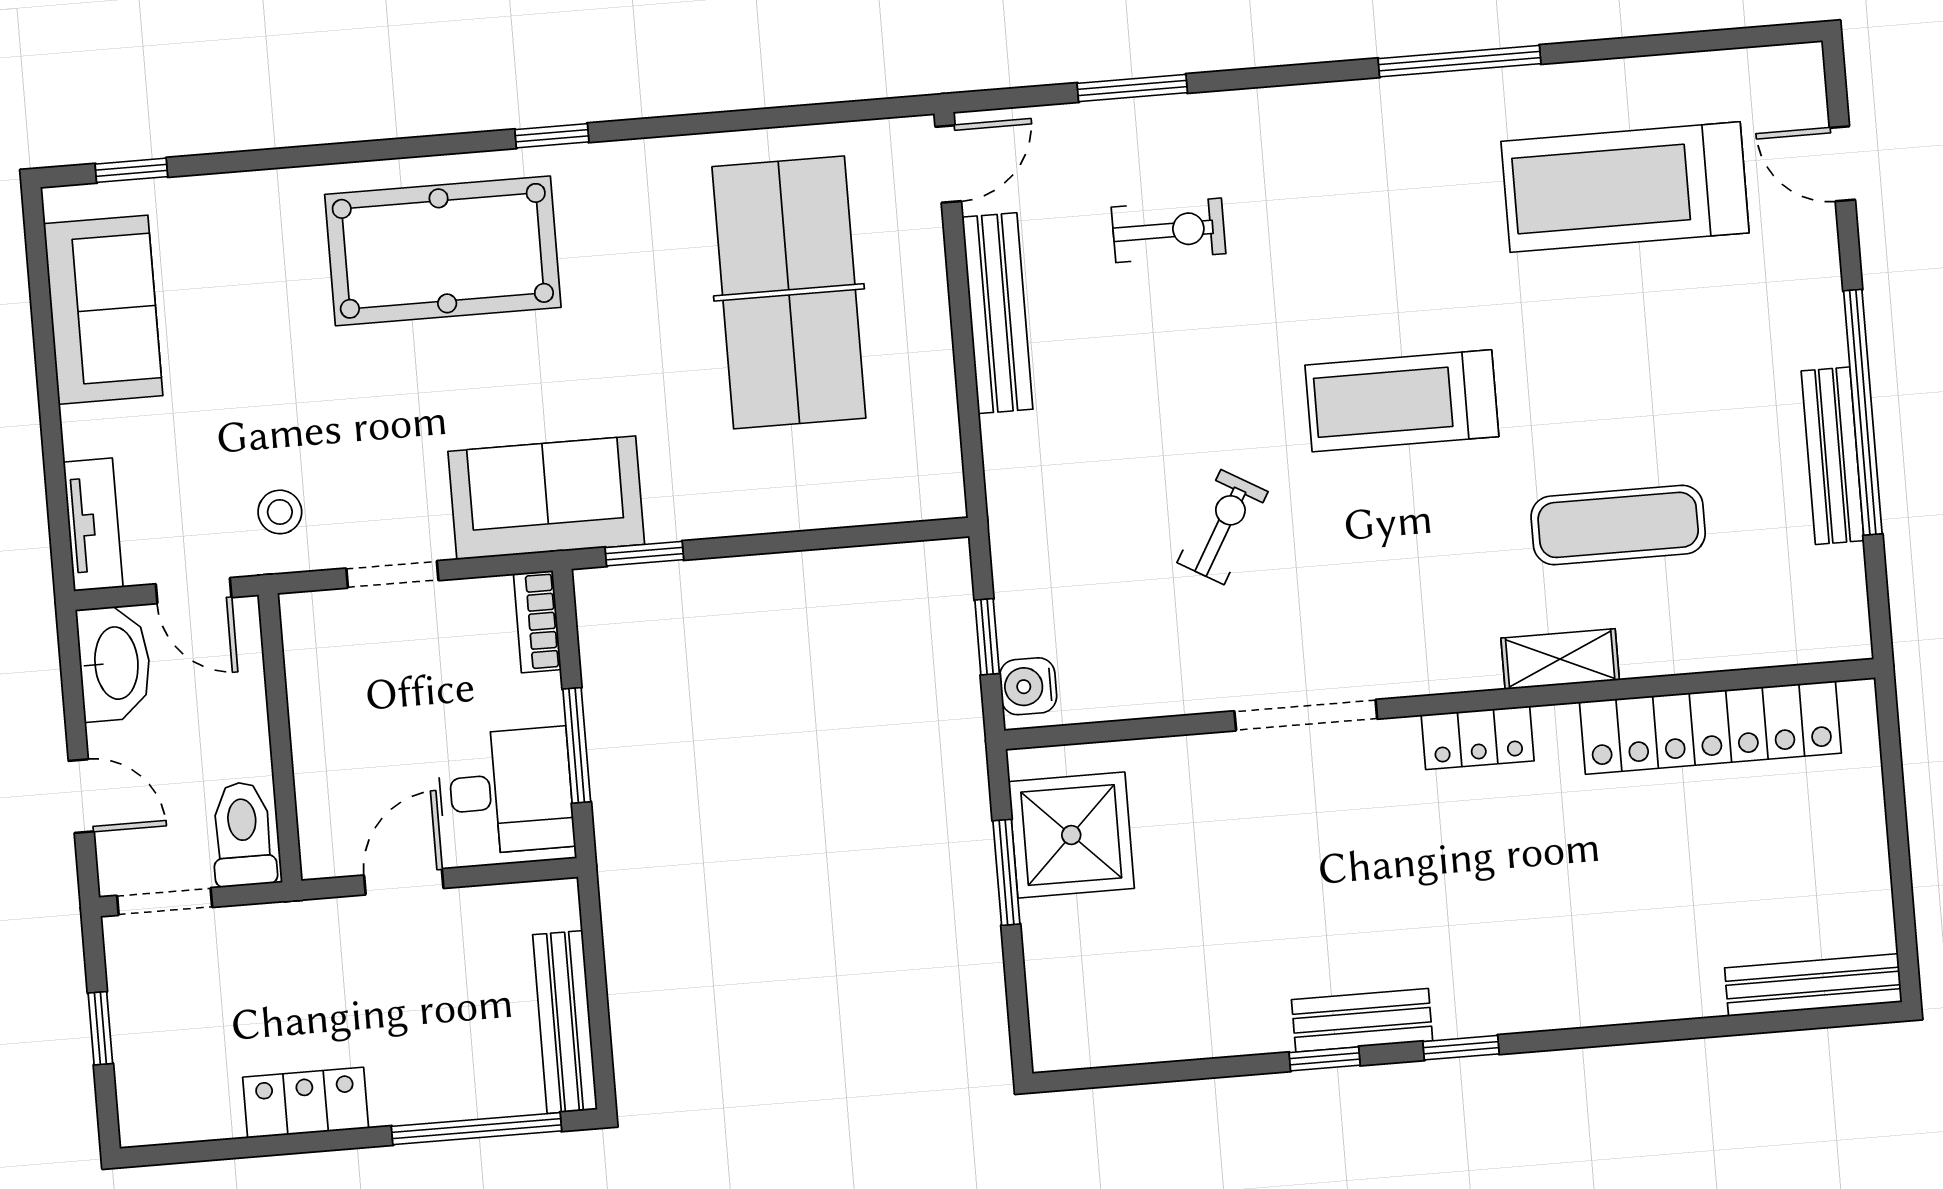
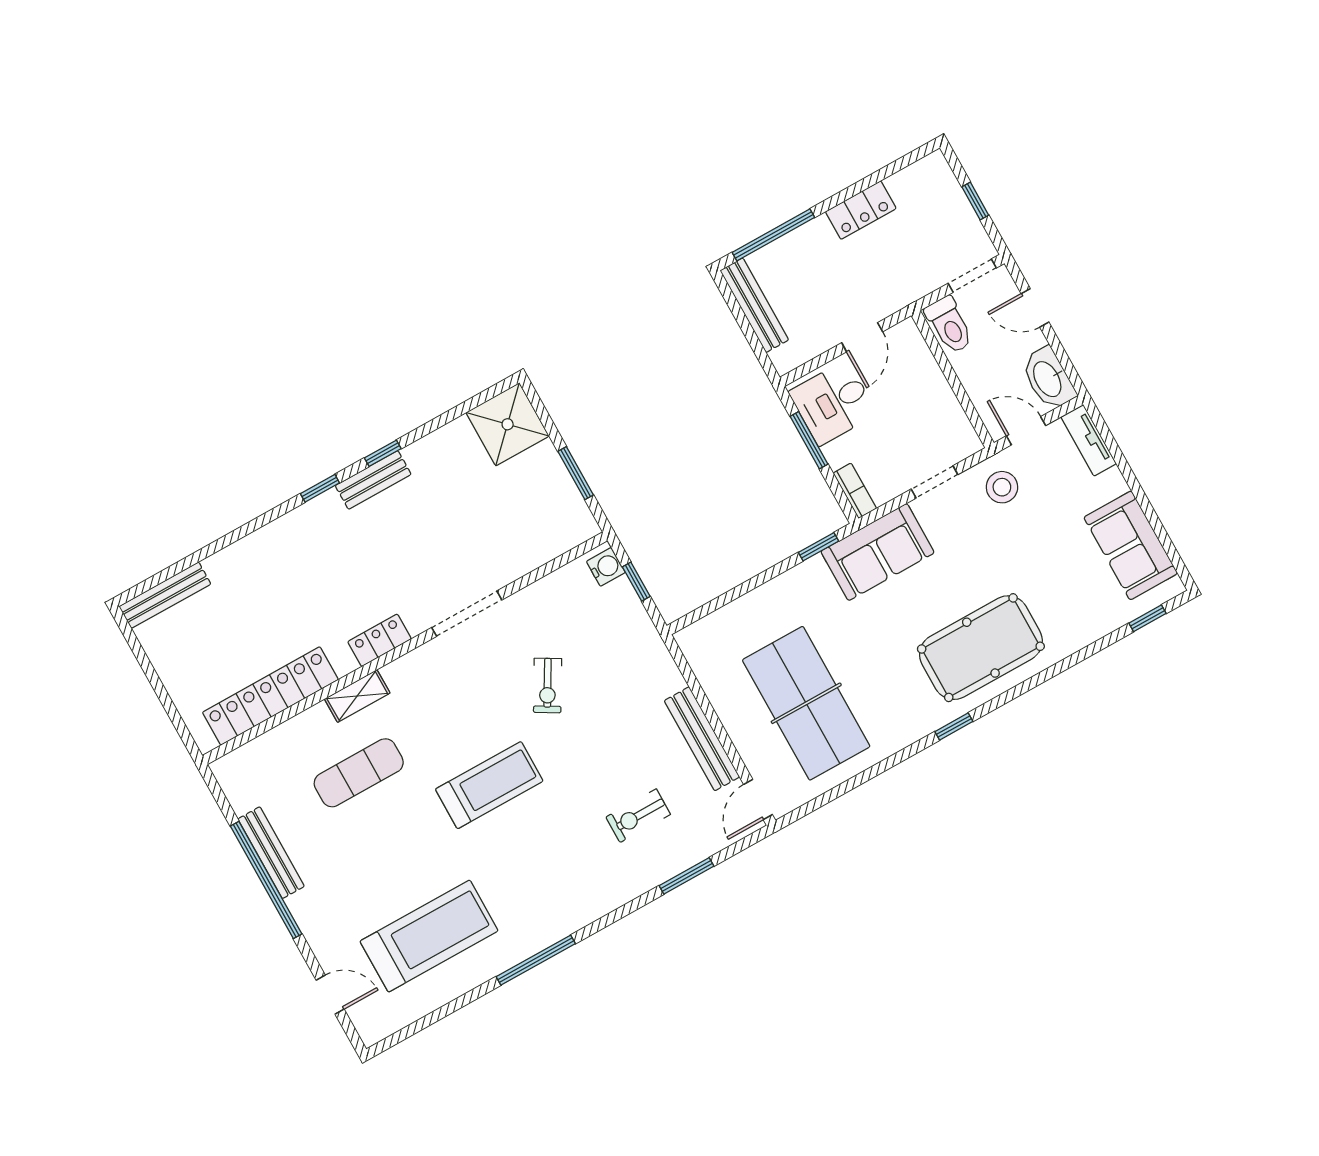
stool: (280, 512) -> (1002, 487), width x1.37, depth x1.37
shower: (1071, 835) -> (508, 424), moved

